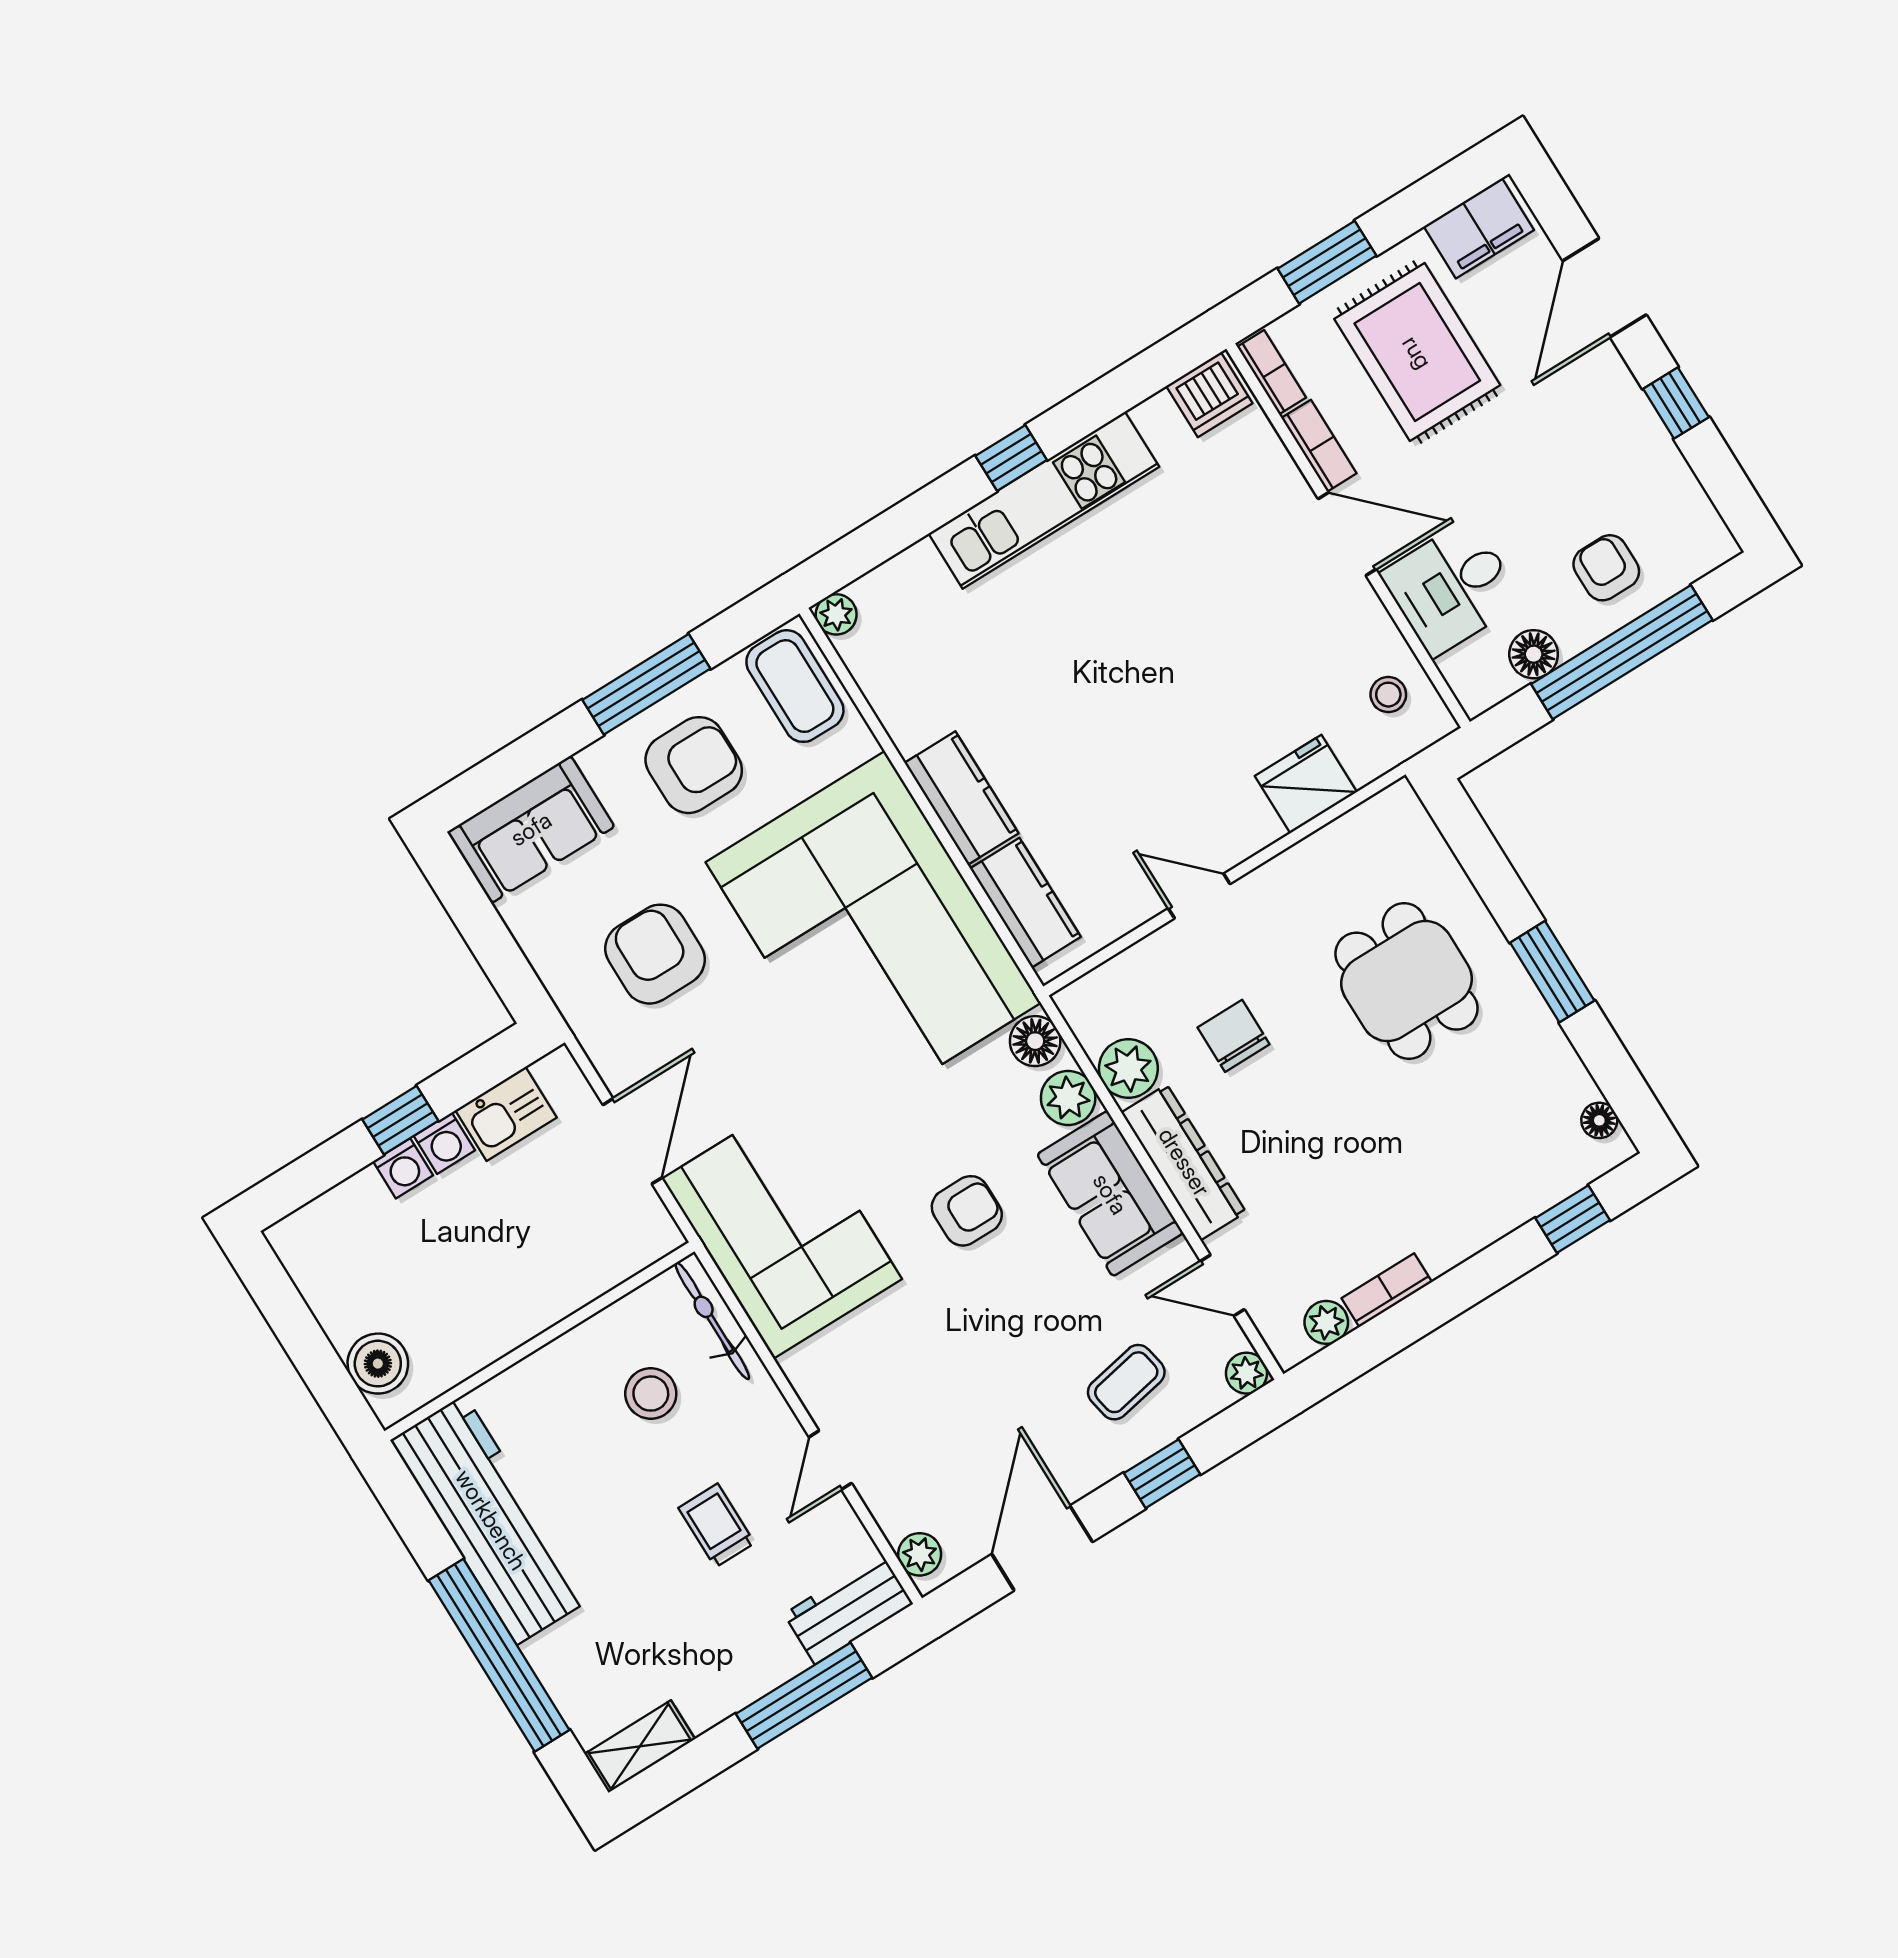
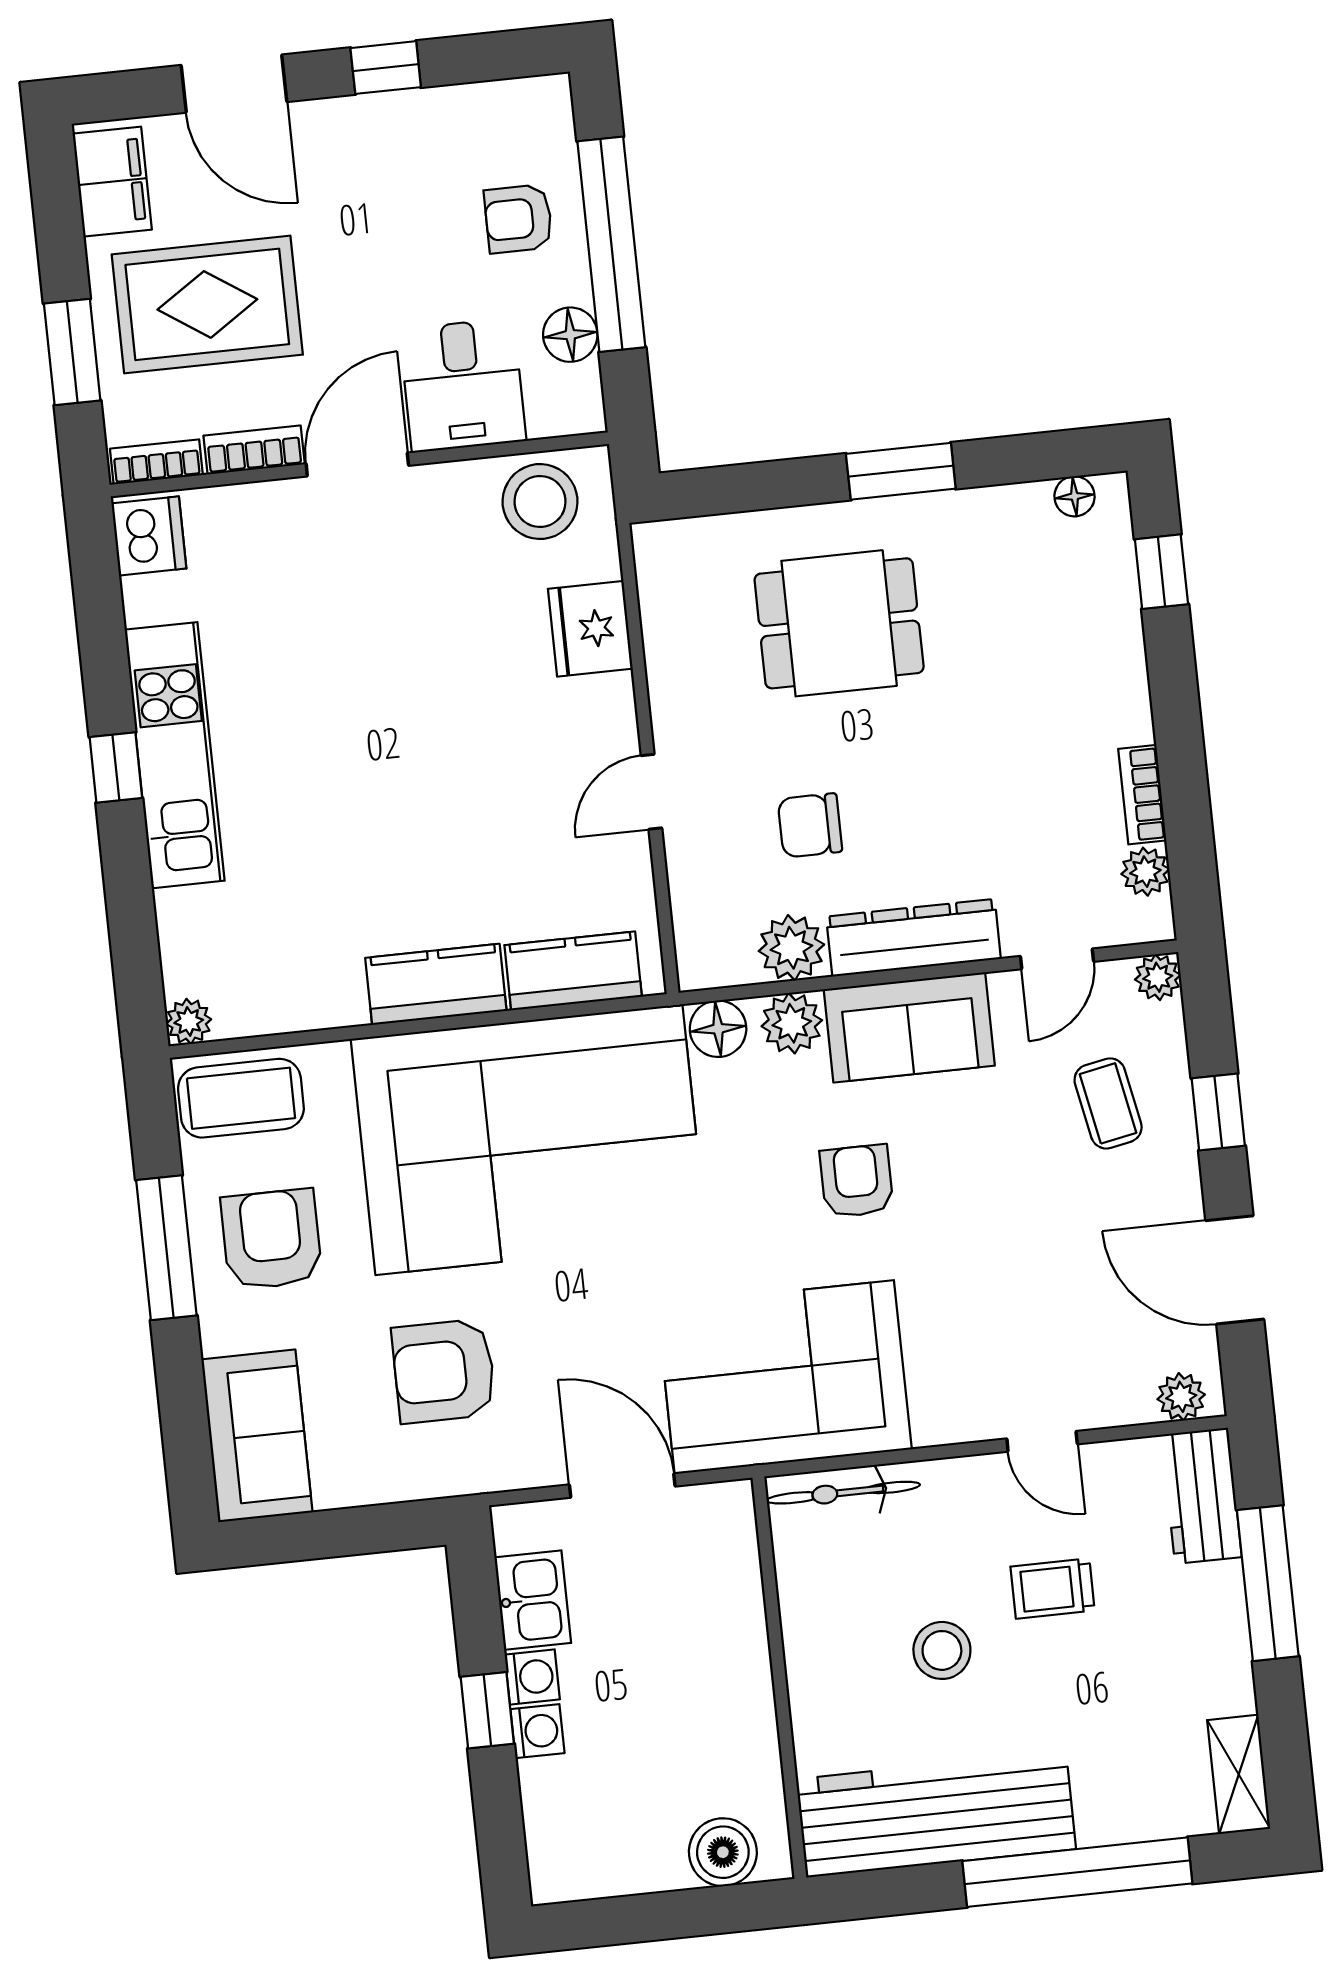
stool: (1388, 695) -> (540, 502), width x1.89, depth x1.89
stool: (651, 1394) -> (942, 1650), moved

